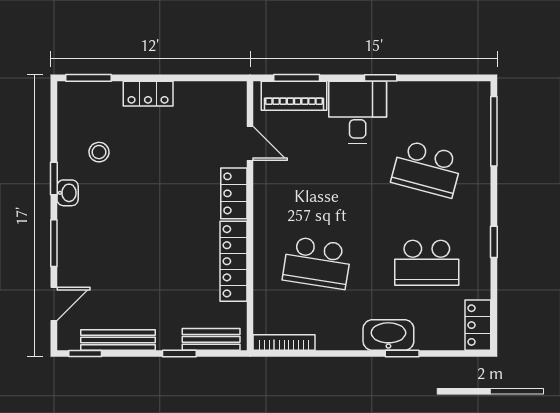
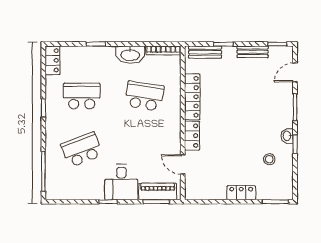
school desk: (427, 169) -> (82, 150), turned -36
washbasin: (388, 335) -> (130, 55), moved
bench: (118, 340) -> (253, 52), width x0.73

